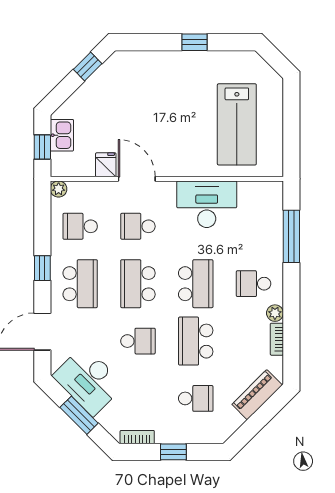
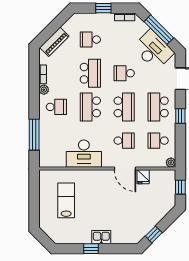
lab bench: (237, 124) -> (66, 200), width x0.73, depth x0.72
kitchen sink: (62, 135) -> (101, 237), moved, turned 90
school desk: (80, 226) -> (158, 141), turned 180
window: (79, 415) -> (159, 30), width x1.44

